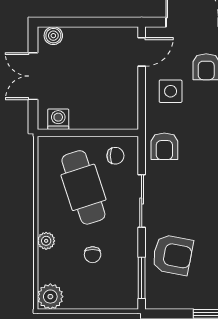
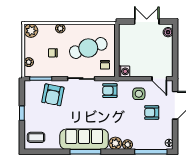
washing machine: (58, 119) -> (124, 71), moved
plant: (110, 301) -> (29, 62), added

